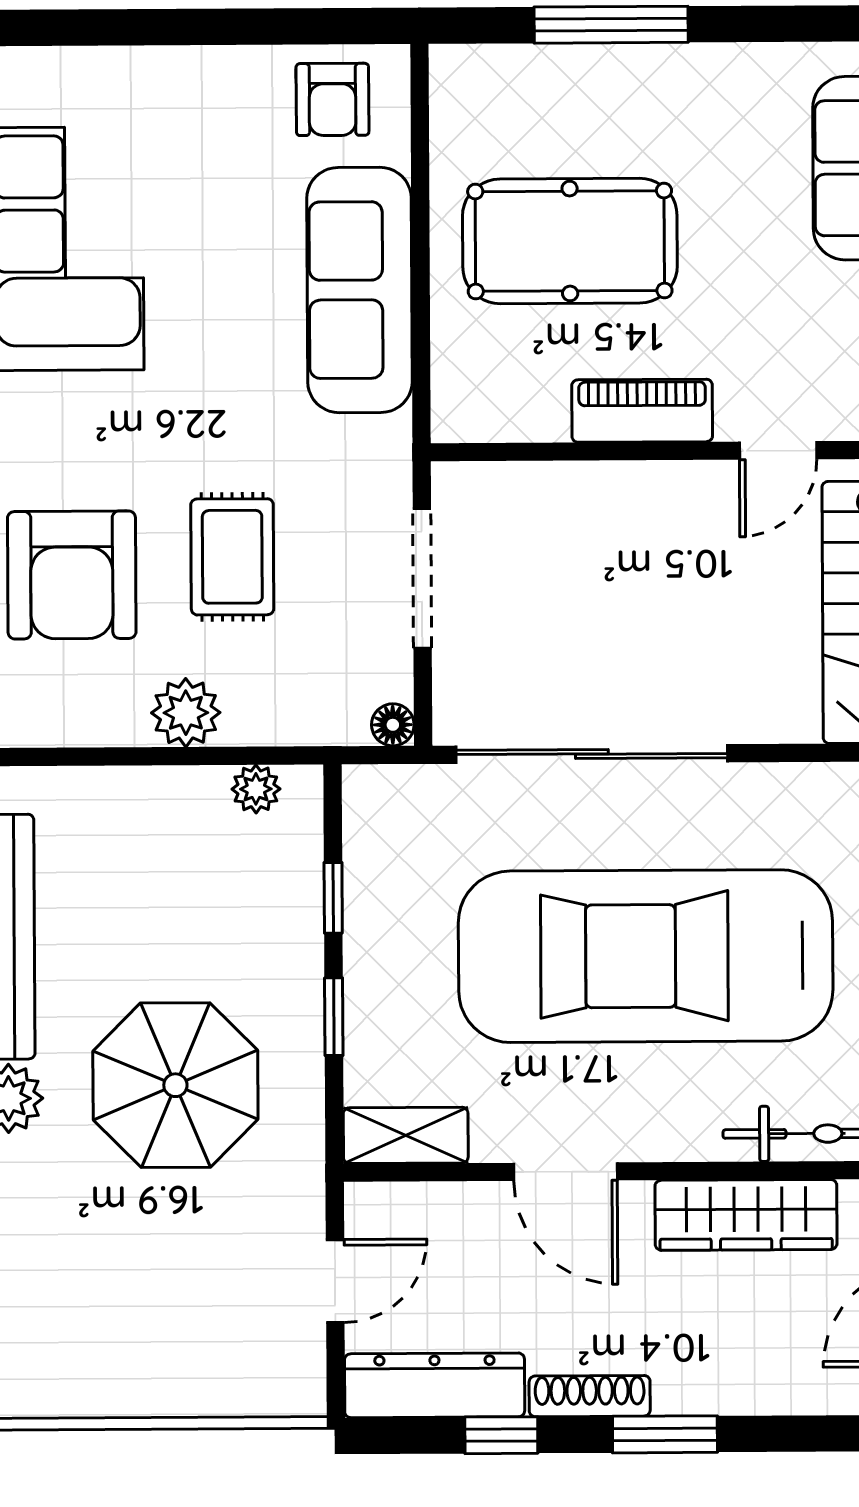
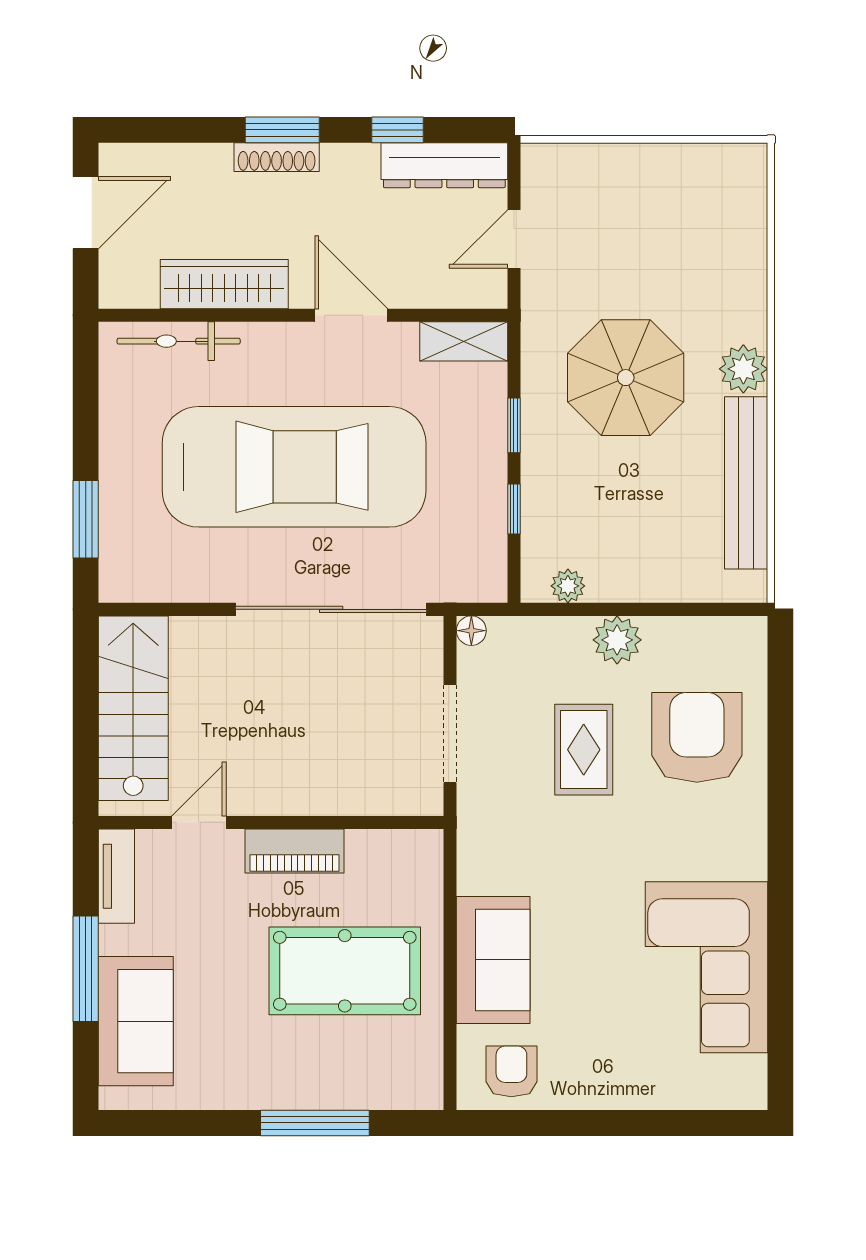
sofa: (359, 290) -> (493, 960), width x0.73
shoe rack: (590, 1396) -> (277, 157), moved

